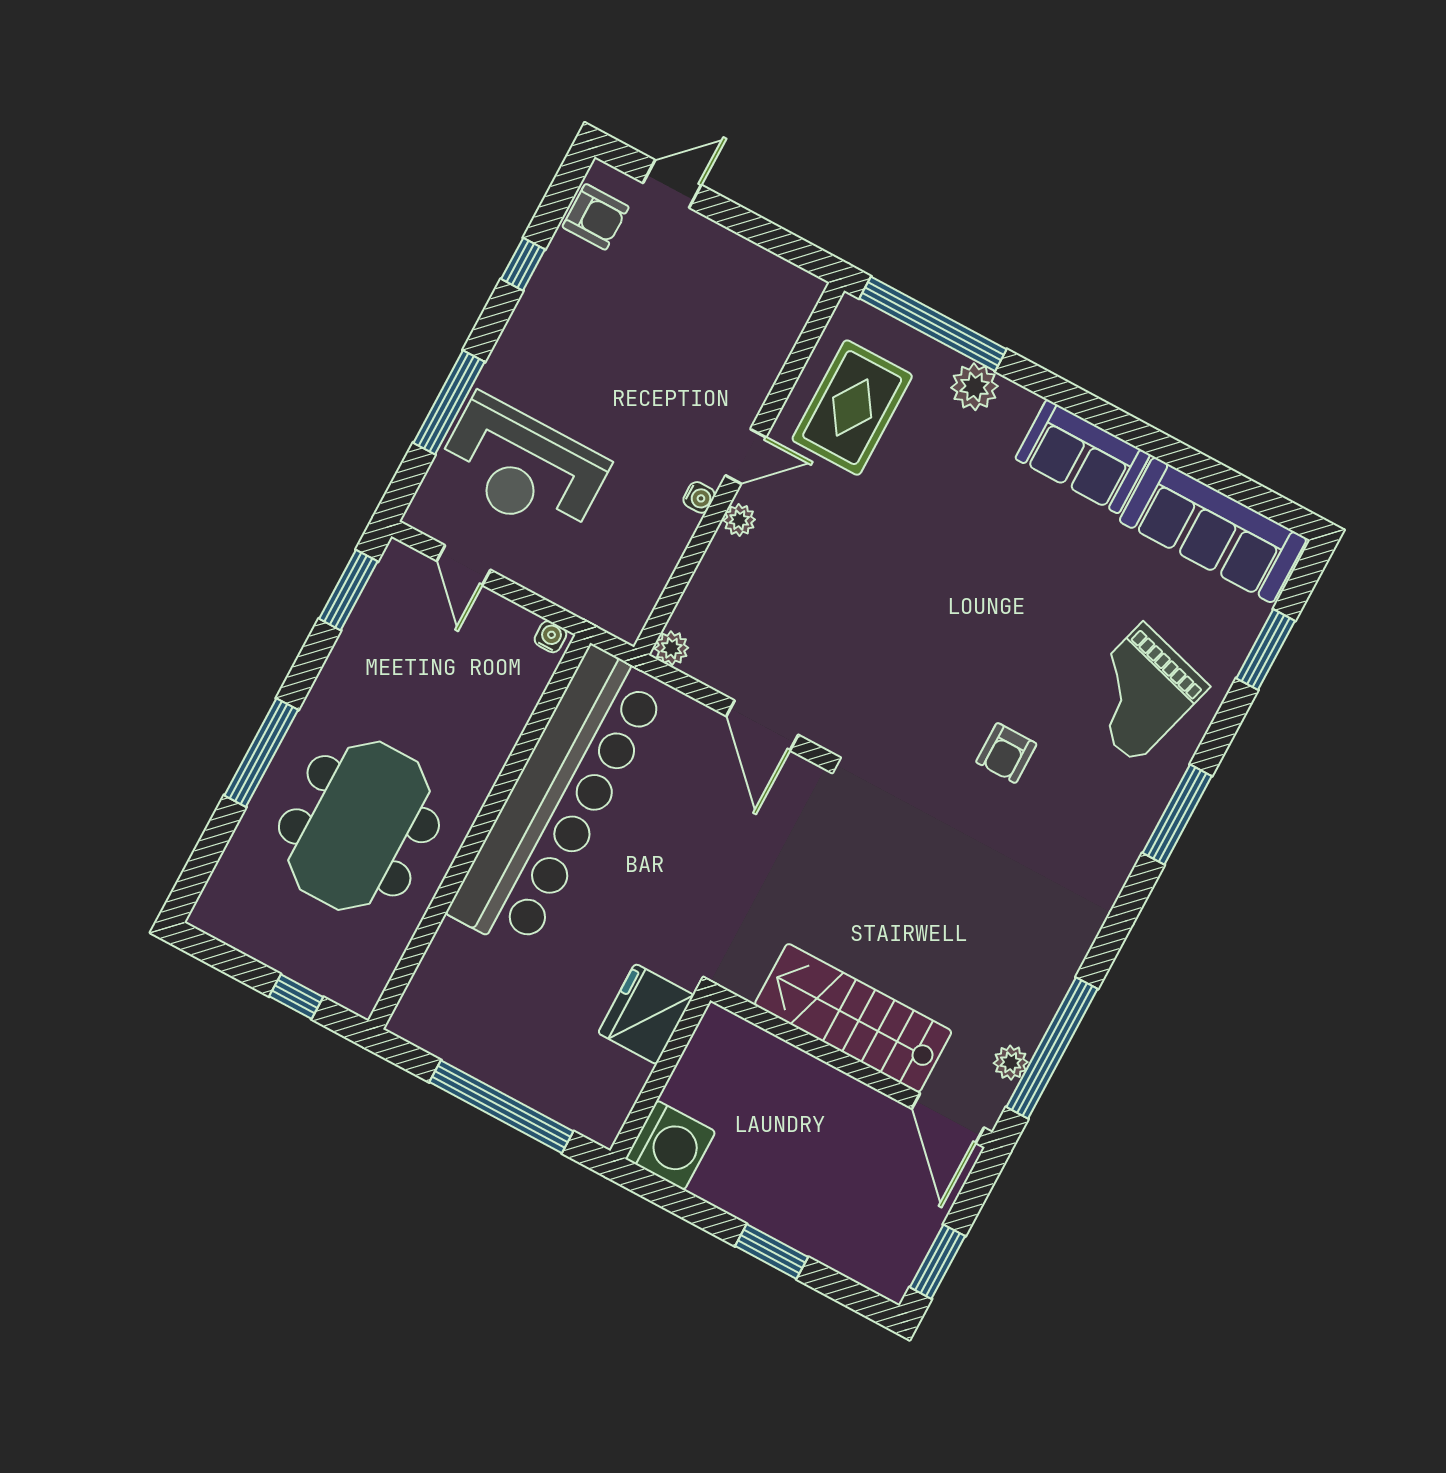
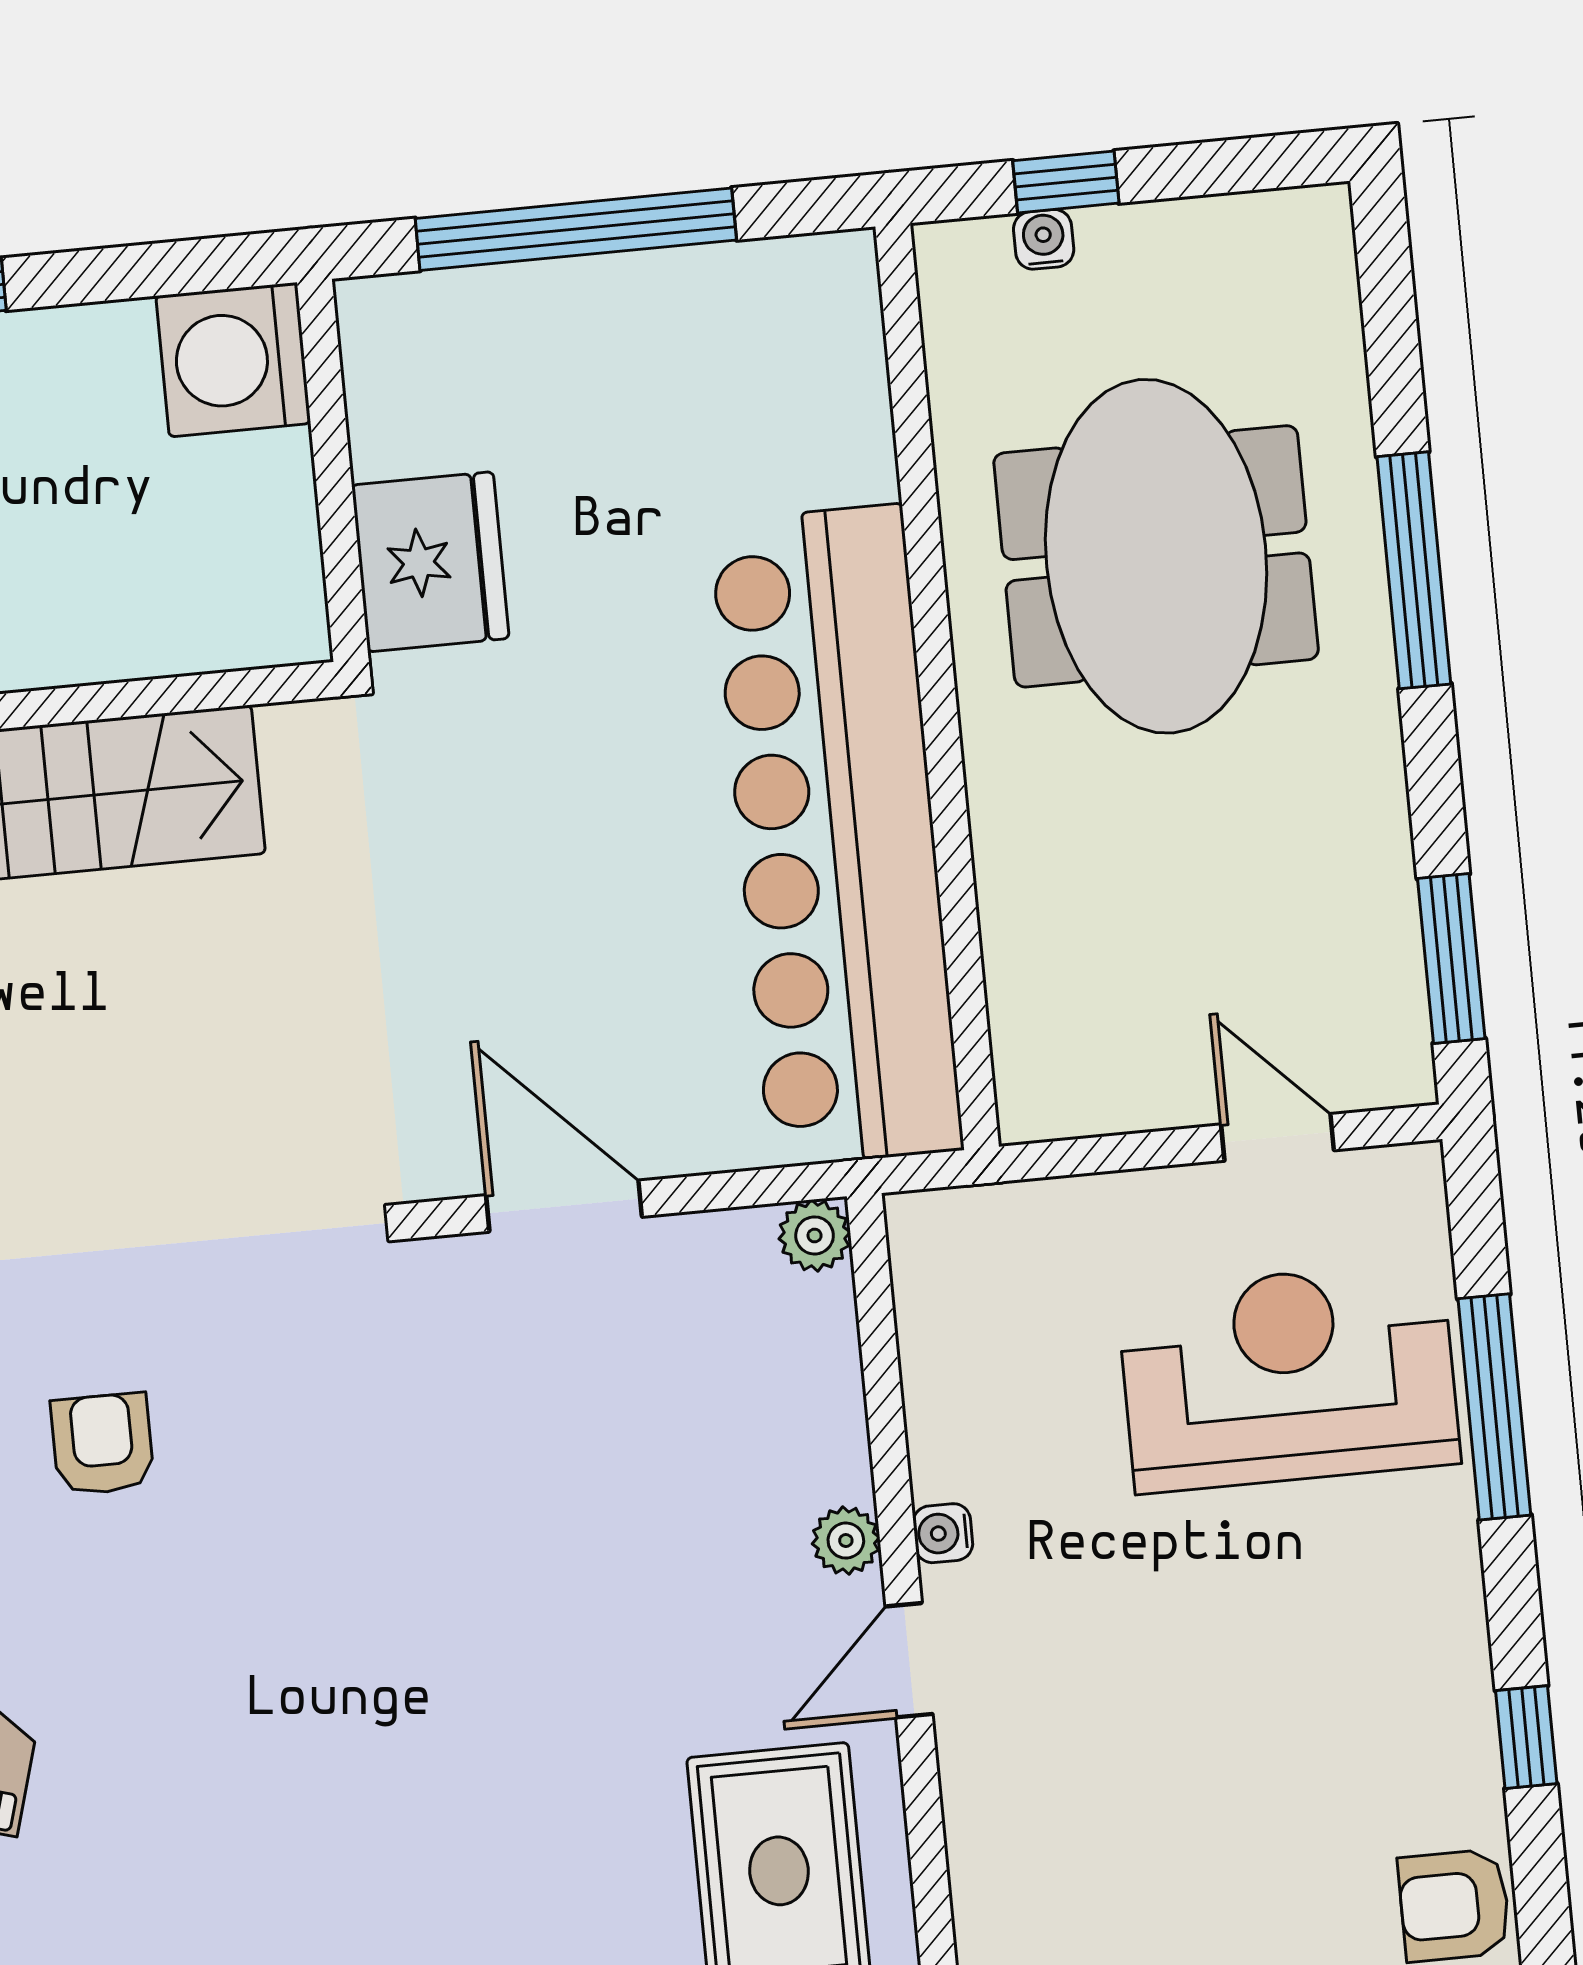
water cooler: (550, 637) -> (1044, 239), moved, turned 180

